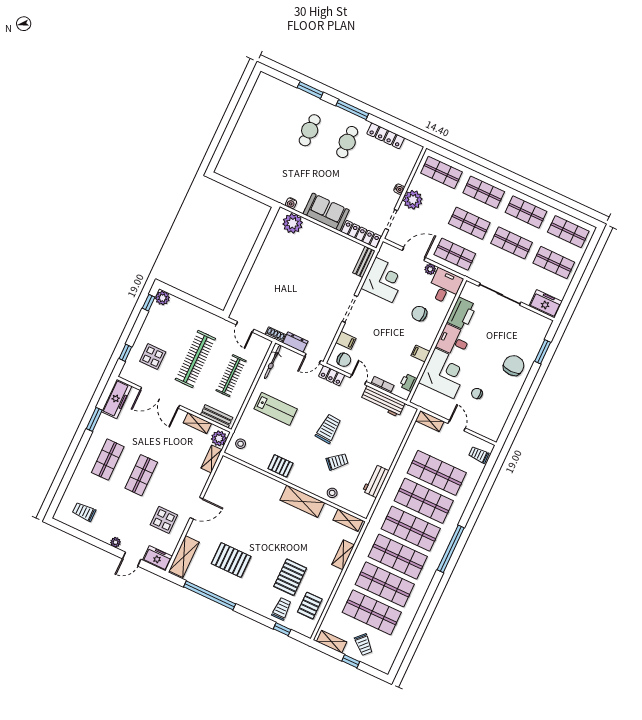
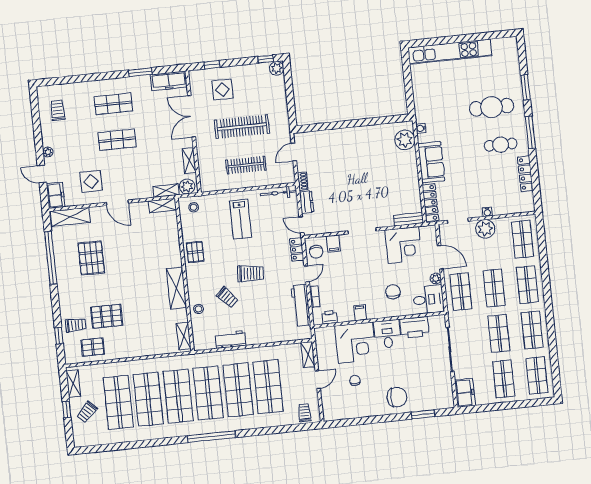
cafe table: (310, 130) -> (492, 107), width x1.37, depth x1.35
kitchen unit: (239, 138) -> (450, 52), added
bench: (217, 416) -> (205, 173), removed
shelving: (343, 555) -> (162, 205), moved

